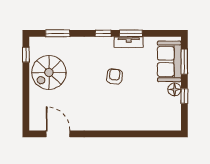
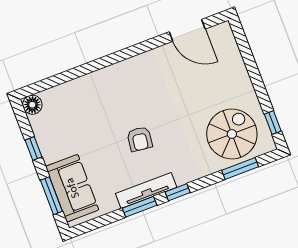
tv unit: (129, 42) -> (146, 190), width x1.41
spiral stairs: (49, 72) -> (232, 134), moved
floor lamp: (175, 89) -> (32, 105), moved

